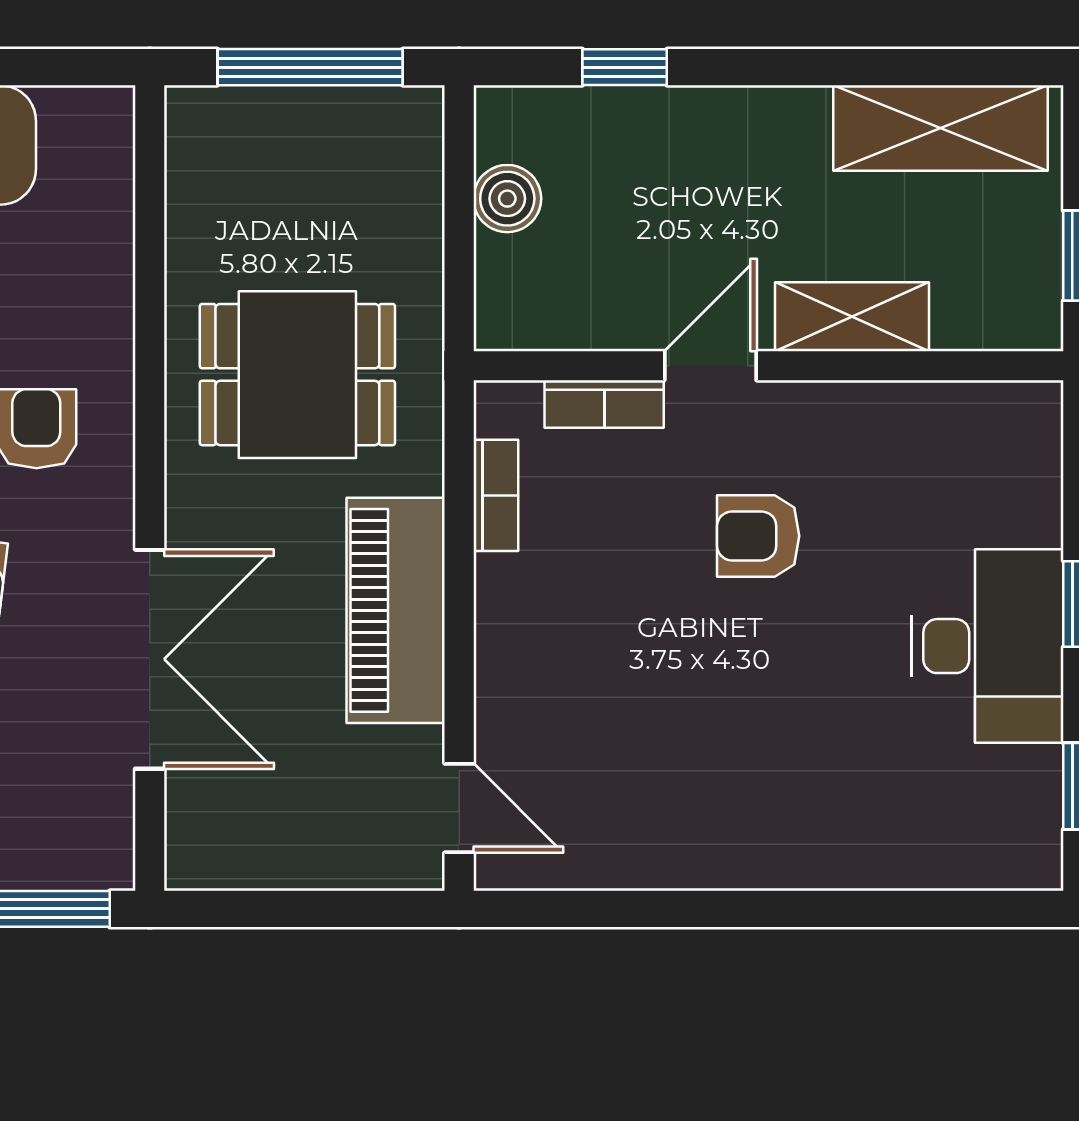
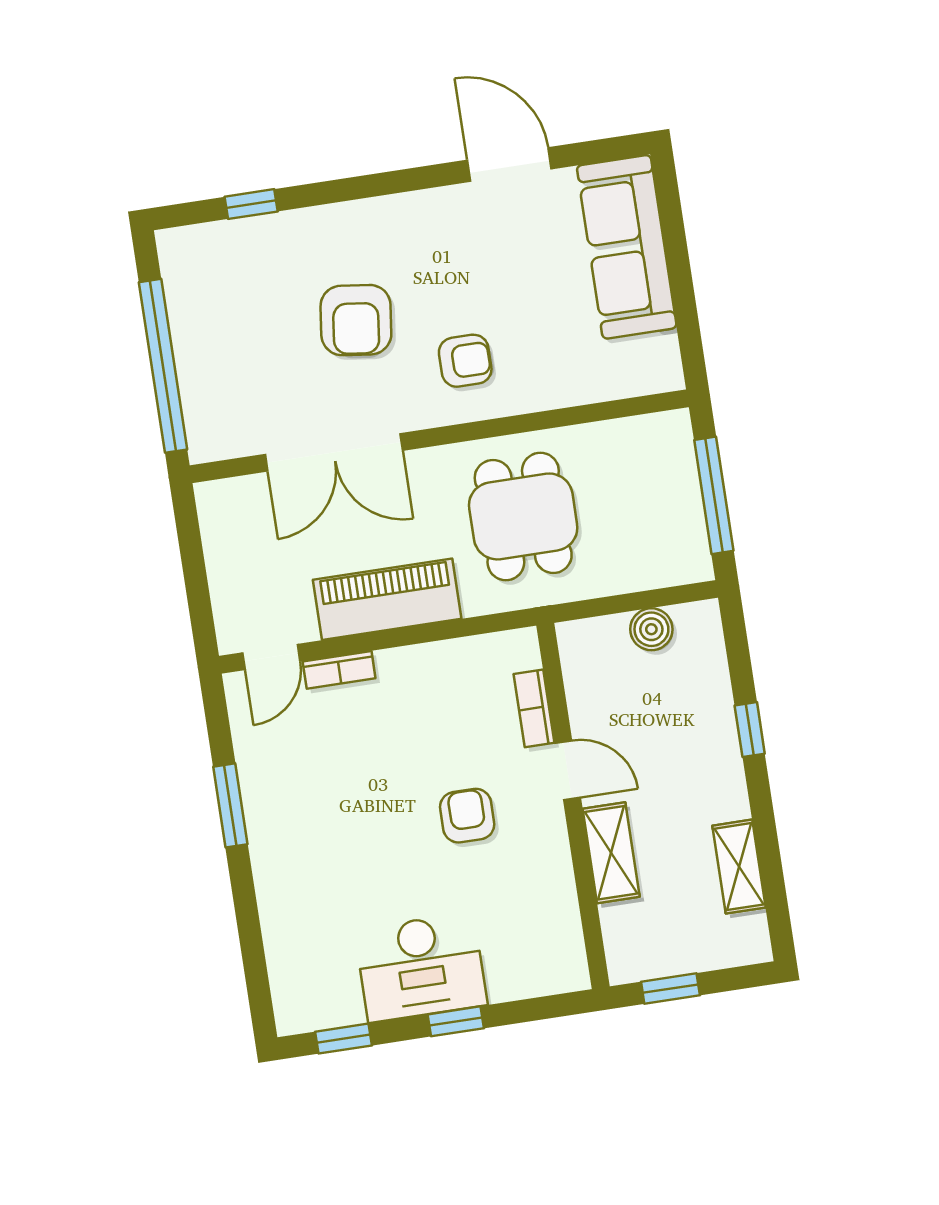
window: (625, 67) -> (750, 730), moved
shelving: (940, 128) -> (739, 867), width x0.67, depth x0.75
bookcase: (496, 495) -> (339, 670), moved
window: (685, 909) -> (230, 805), added

